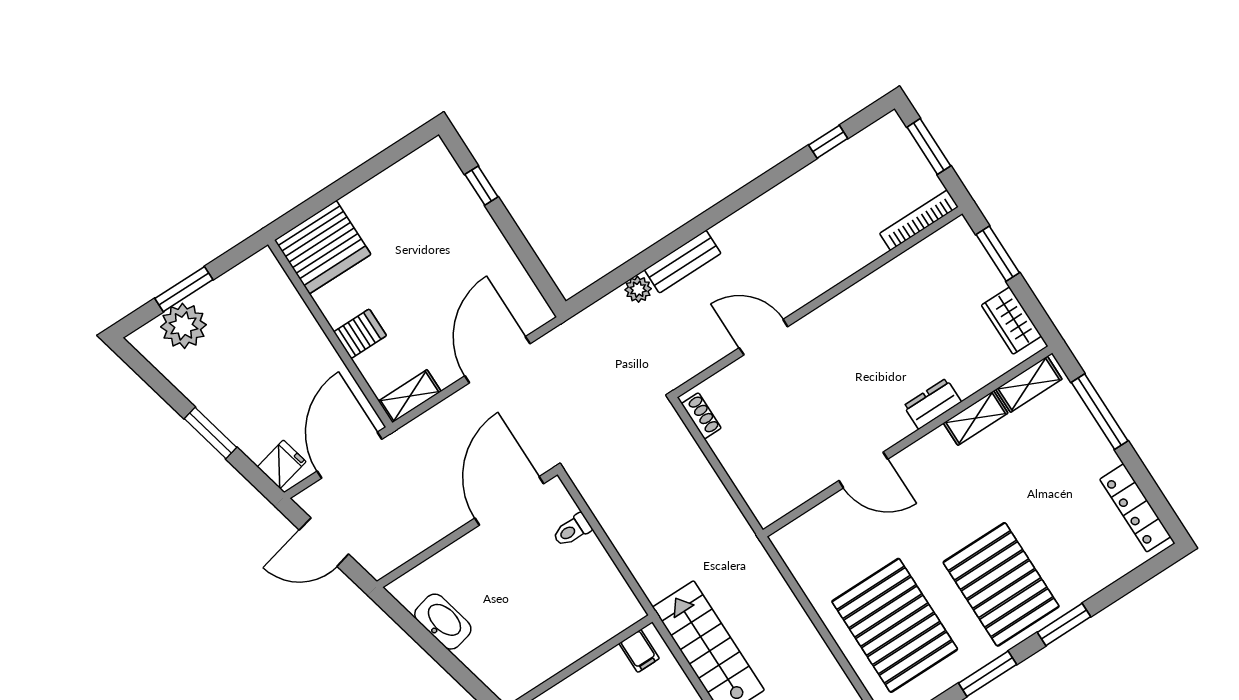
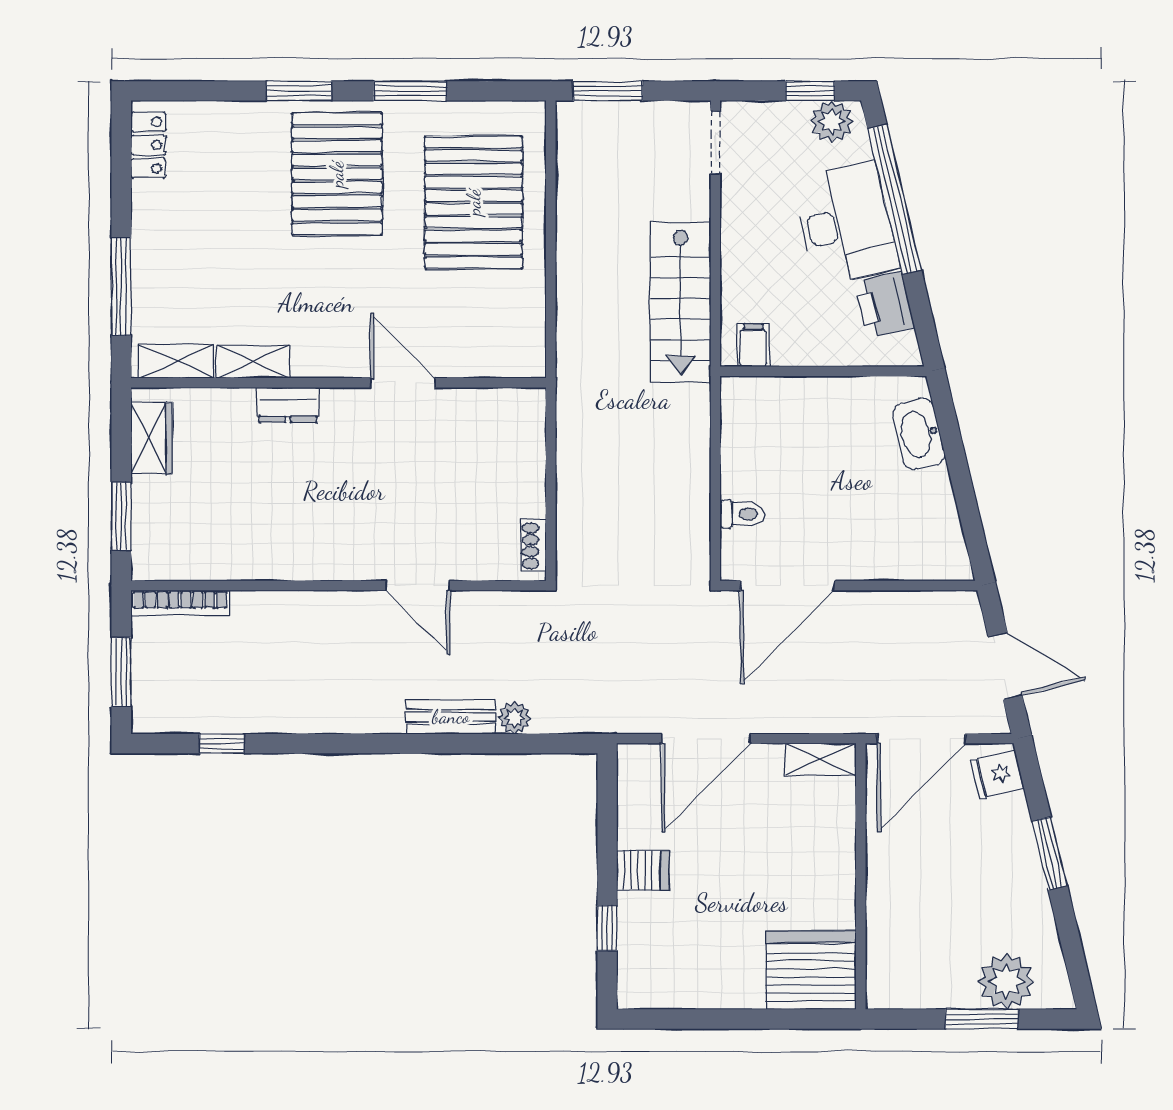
server rack: (360, 334) -> (643, 870), moved, turned 180
locker: (1135, 508) -> (148, 145), width x0.66
washbasin: (443, 622) -> (919, 434), moved

